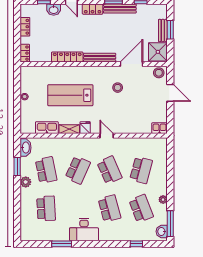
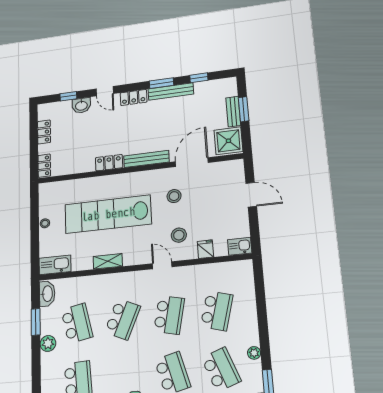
locker: (67, 57) -> (109, 163), width x0.66
stool: (159, 73) -> (179, 235), moved
lab bench: (70, 95) -> (108, 214), width x1.36
kitchen sink: (47, 128) -> (55, 265), moved
fridge: (85, 128) -> (205, 249), moved
school desk: (109, 170) -> (169, 315), turned 36

